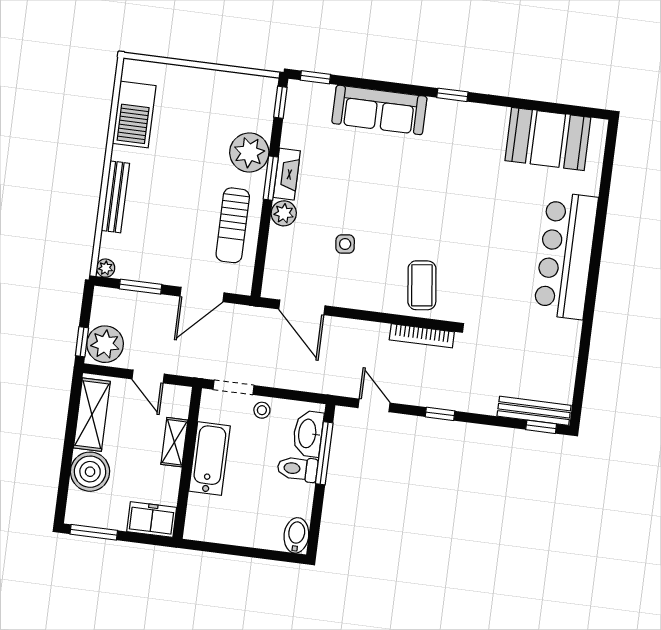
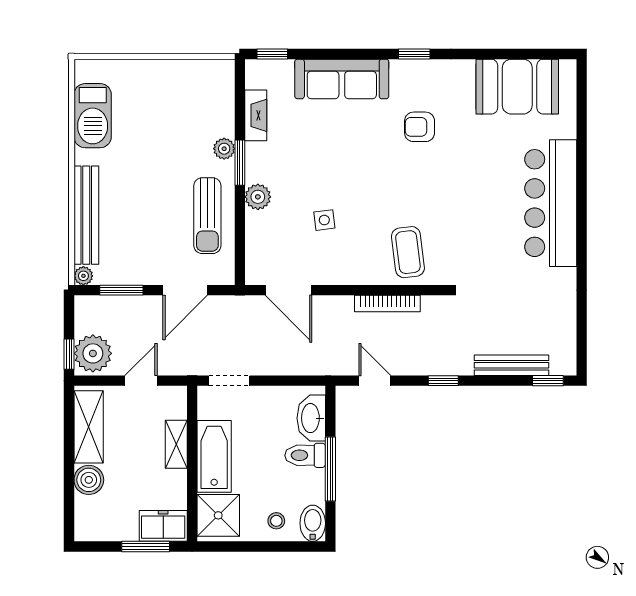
window: (280, 102) -> (240, 84), removed
plant: (249, 152) -> (224, 149), width x0.53, depth x0.53
armchair: (449, 166) -> (420, 127), added
fireplace: (287, 174) -> (256, 115), moved
bench: (115, 197) -> (86, 215), width x1.37, depth x1.21
bookcase: (422, 336) -> (387, 304), moved
door: (148, 376) -> (141, 381), swing flipped
stool: (262, 410) -> (276, 521), moved
bench: (534, 411) -> (511, 365), moved
window: (324, 453) -> (330, 469), moved
boiler: (90, 472) -> (89, 480), width x0.73, depth x0.73
shower: (206, 516) -> (218, 515), added
window: (94, 532) -> (146, 547), moved

